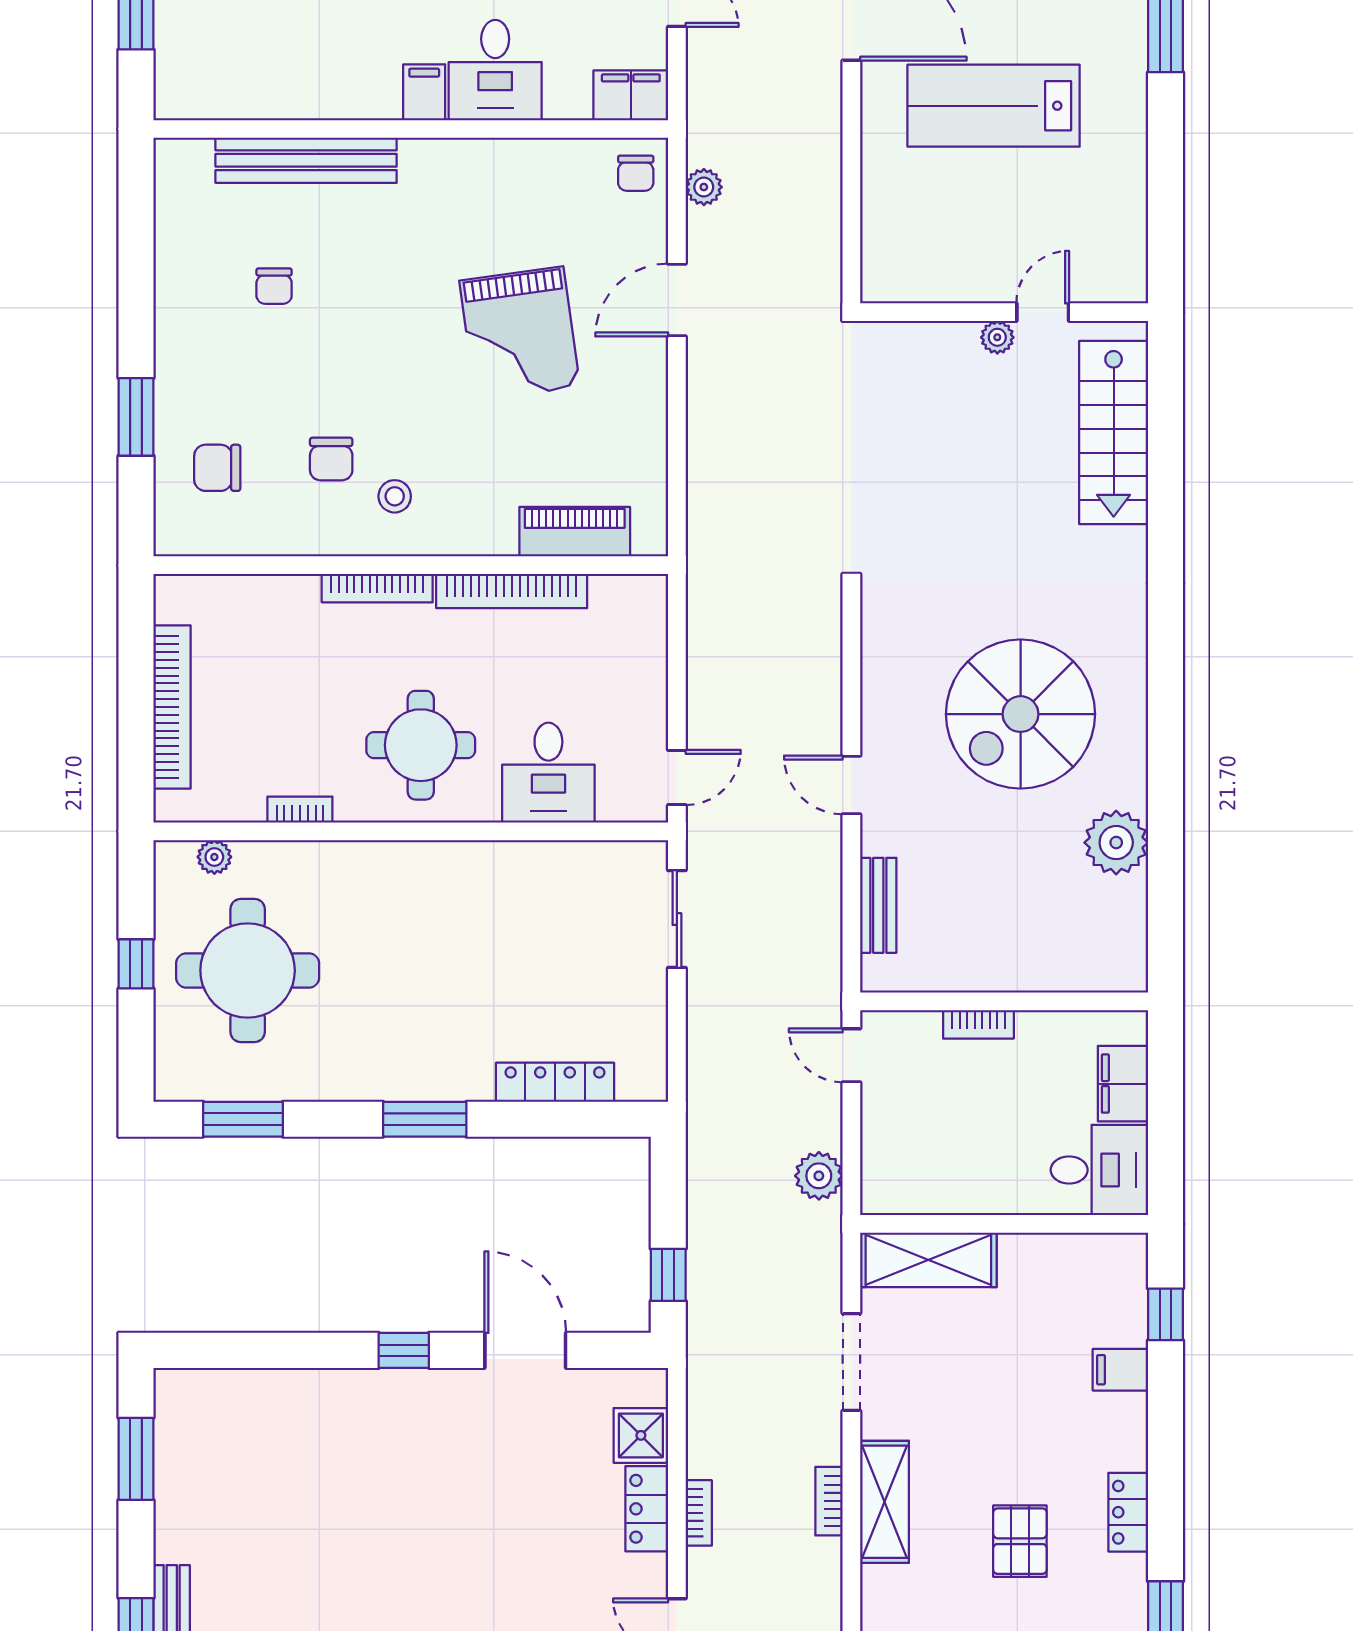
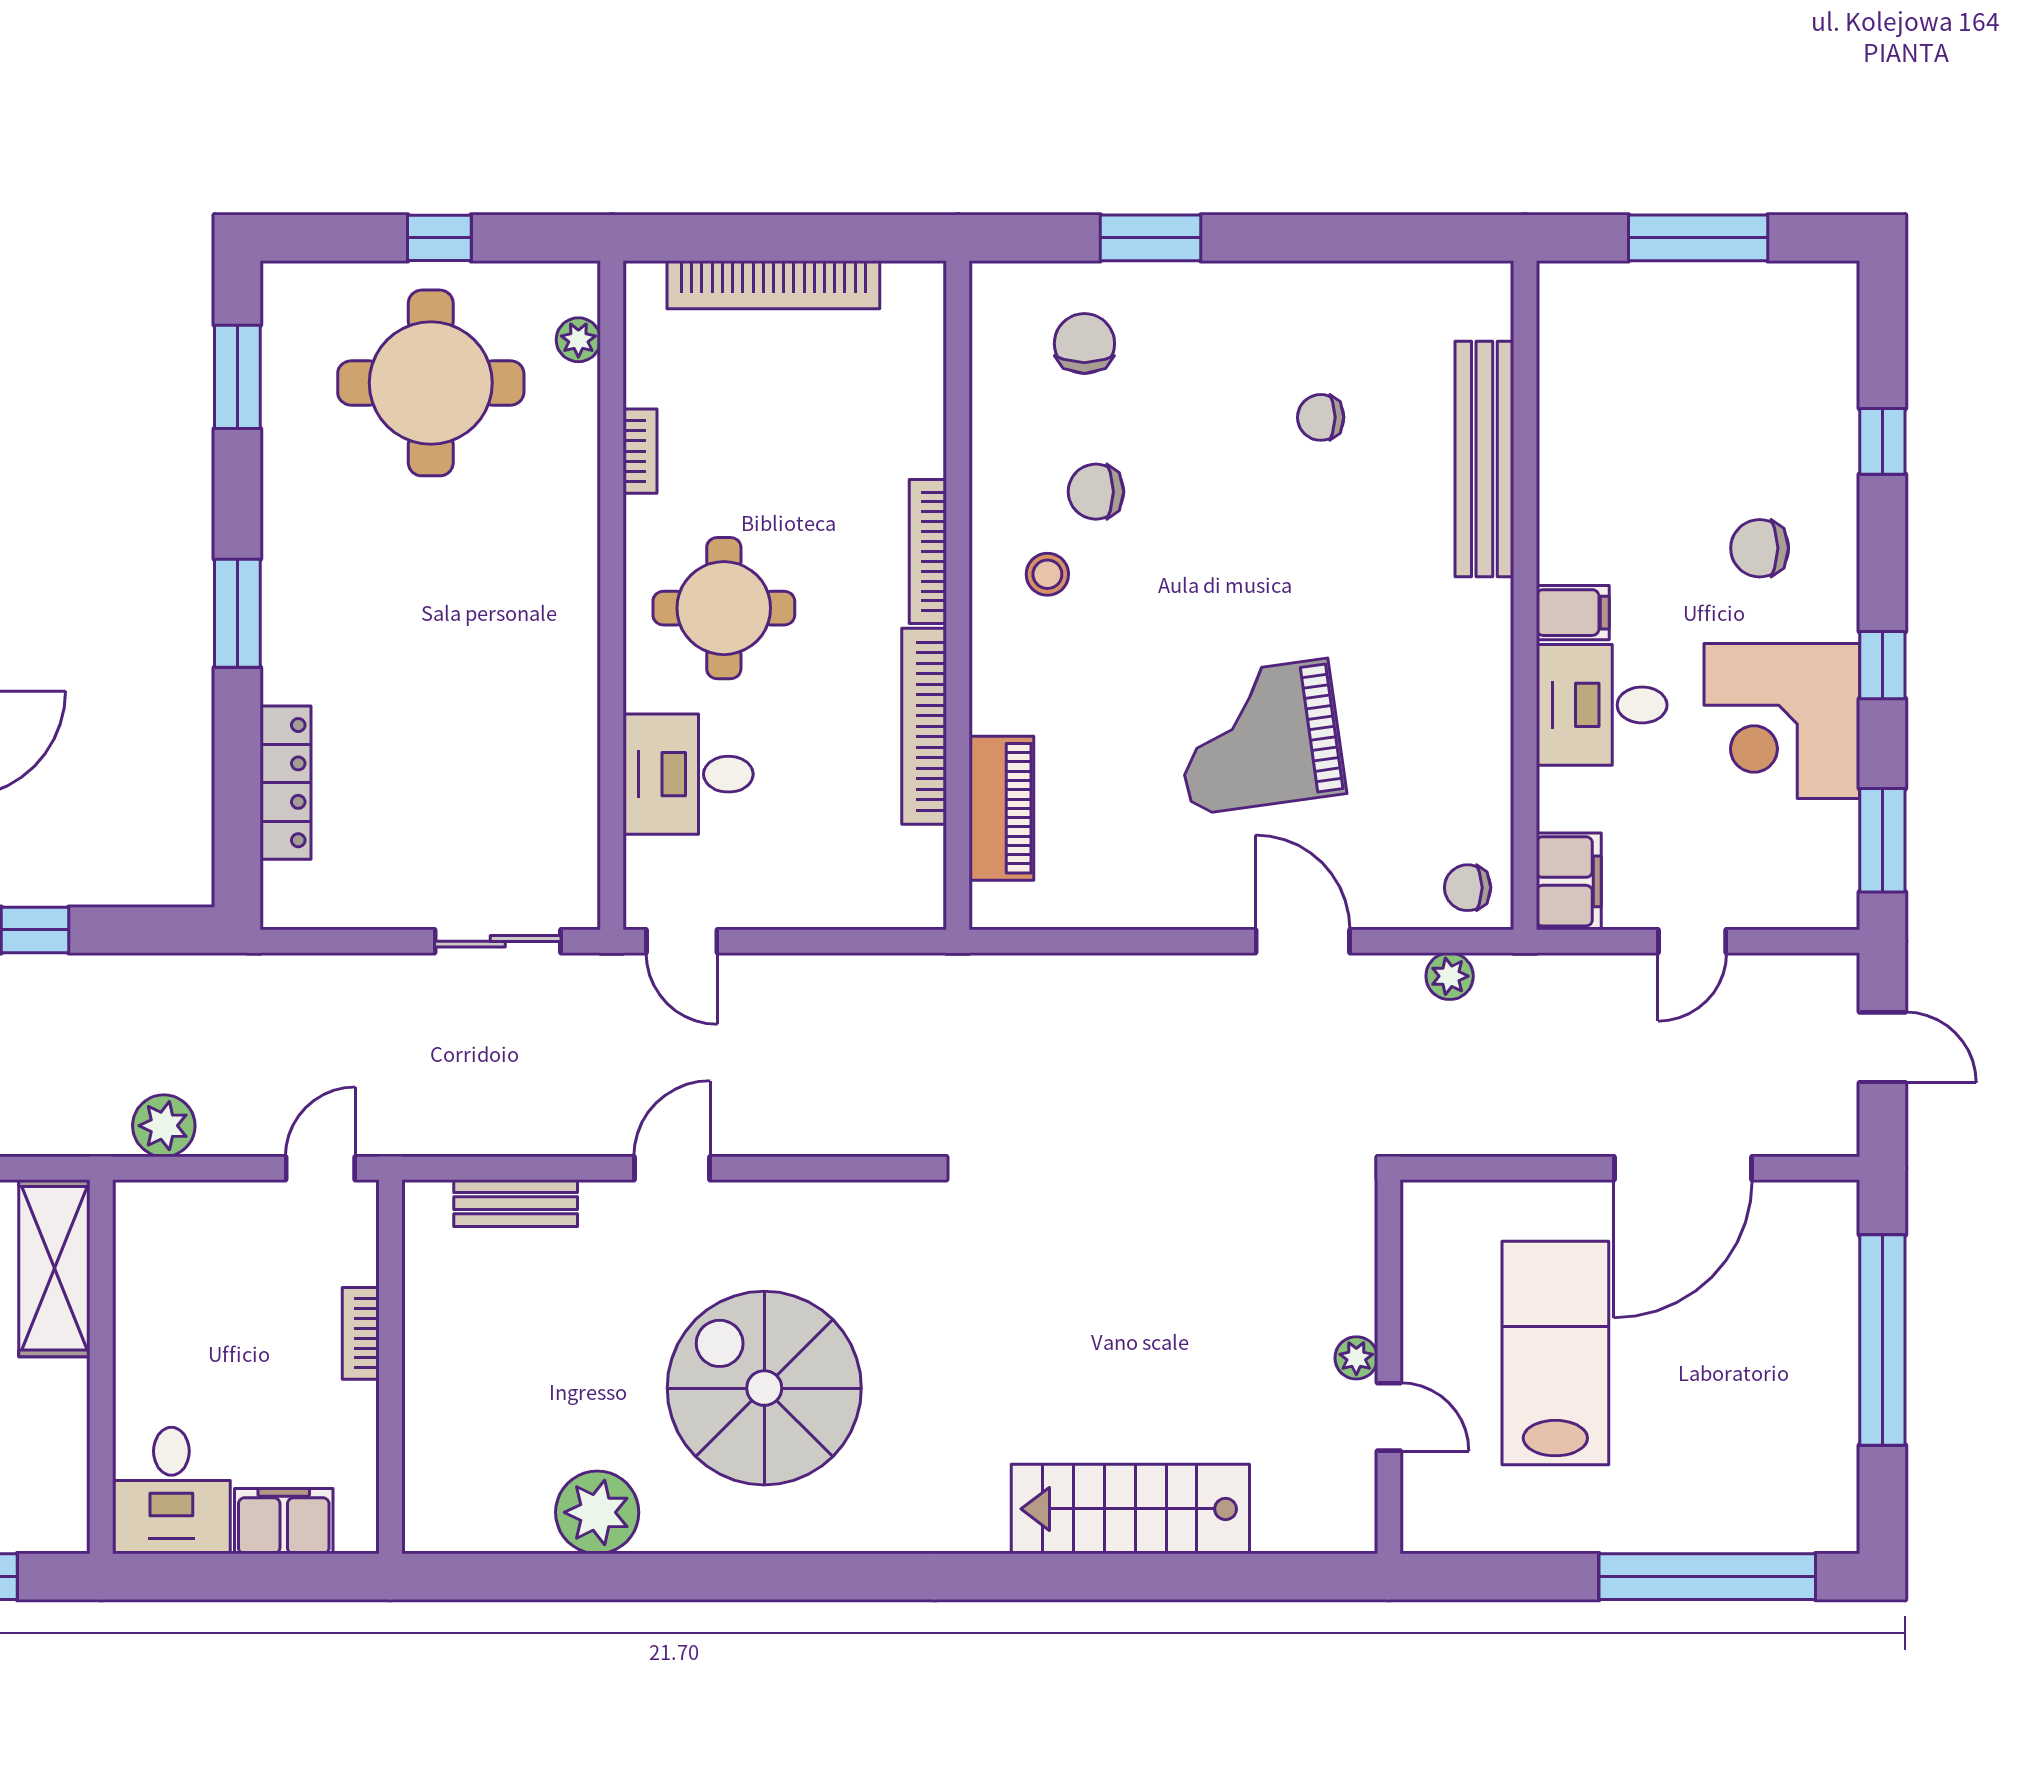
wall: (1004, 312) -> (1389, 1367), moved
door: (1043, 312) -> (1389, 1417), moved
plant: (997, 337) -> (1356, 1358), moved

